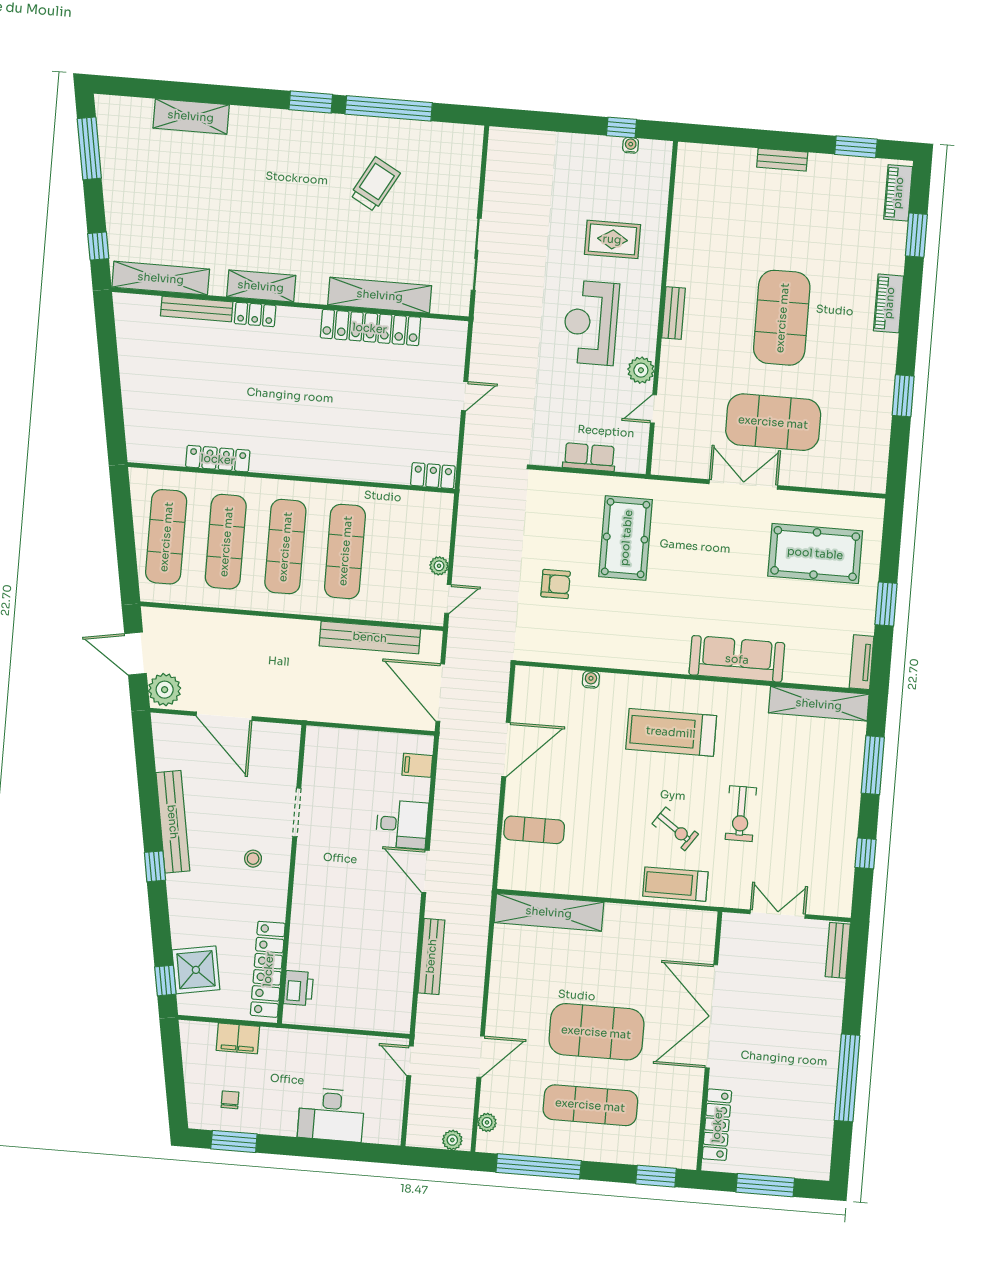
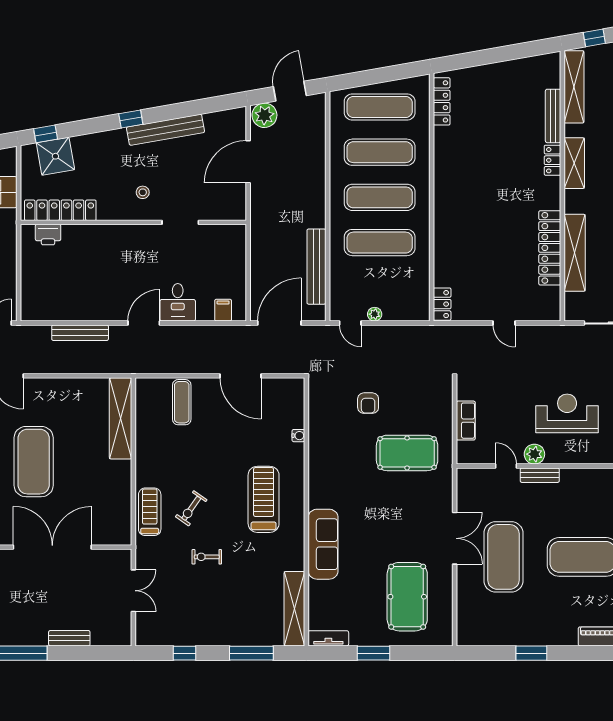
bench: (674, 313) -> (540, 475), moved
locker: (218, 459) -> (442, 101), moved
exercise bike: (741, 814) -> (207, 557), width x0.73, depth x0.72
bench: (838, 950) -> (69, 638), moved

